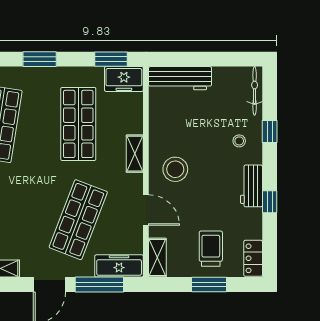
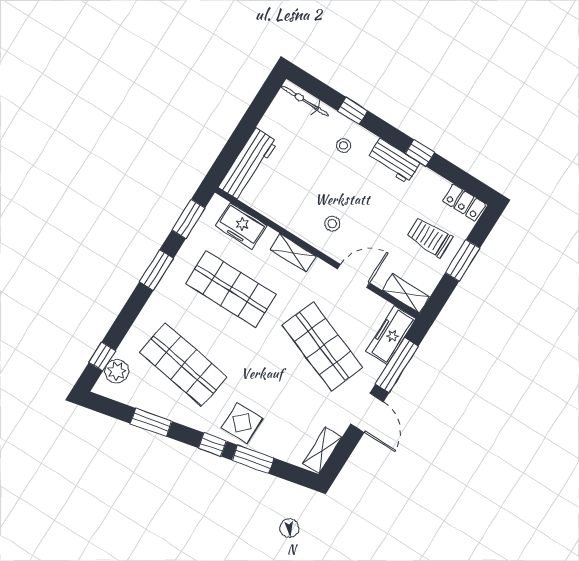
window: (40, 59) -> (156, 270), moved
freezer: (124, 79) -> (241, 226), moved, turned 90
stool: (175, 169) -> (332, 224), width x0.53, depth x0.53

